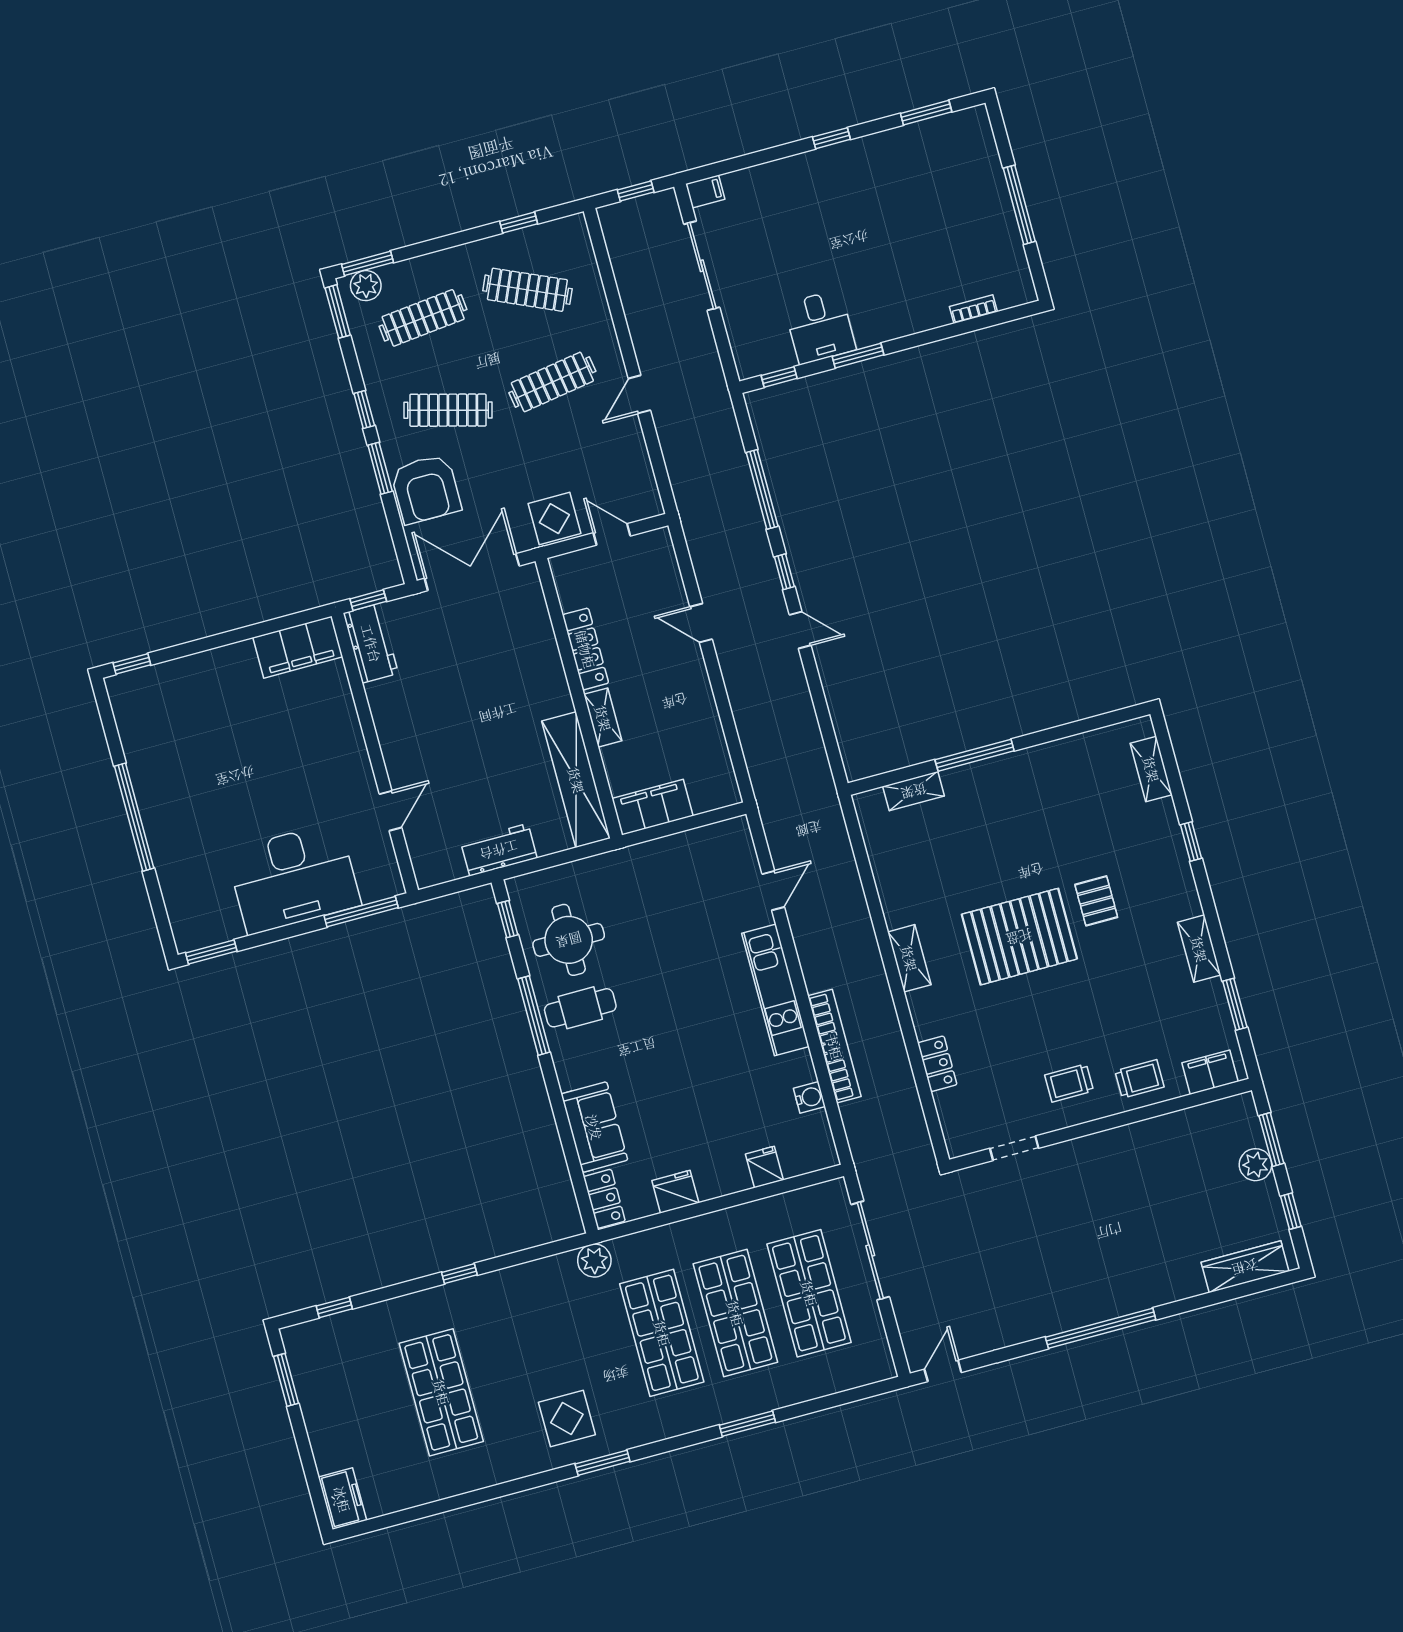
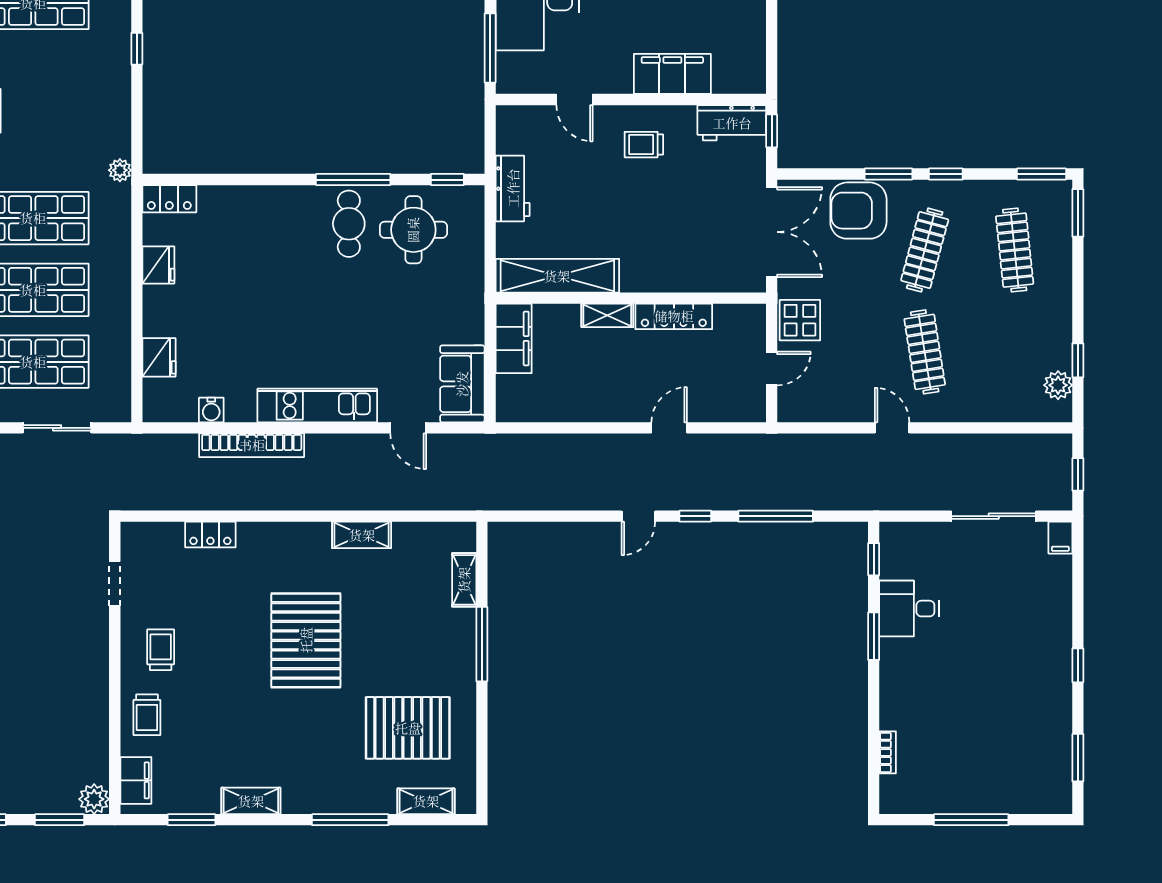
plant: (366, 286) -> (1058, 385), moved
clothes rail: (527, 290) -> (1015, 352), removed
filing cabinet: (298, 647) -> (672, 74), moved, turned 90
trolley: (417, 727) -> (644, 145), added
window: (1191, 842) -> (350, 820), width x2.17
pallet: (1096, 901) -> (408, 728), moved, width x2.05, depth x2.00
shelving: (909, 958) -> (362, 535), moved
sofa: (594, 1127) -> (462, 384), moved, turned 90
plant: (1255, 1165) -> (94, 799), moved
fridge: (764, 1167) -> (159, 357), width x1.38
sliding door: (870, 1251) -> (57, 428), width x0.73
plant: (594, 1261) -> (120, 170), width x0.73, depth x0.73

